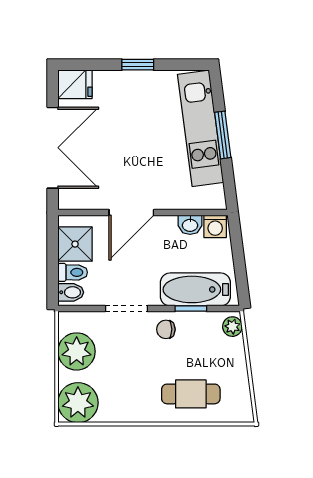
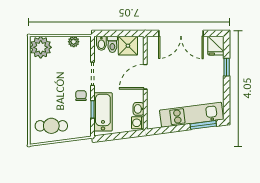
window: (138, 65) -> (227, 67), moved
window: (223, 135) -> (203, 125), moved
door: (131, 213) -> (145, 77), hinge flipped
plant: (232, 327) -> (83, 132), removed
plant: (77, 351) -> (74, 42), width x0.53, depth x0.53
cafe table: (191, 394) -> (51, 126), moved, turned 90

